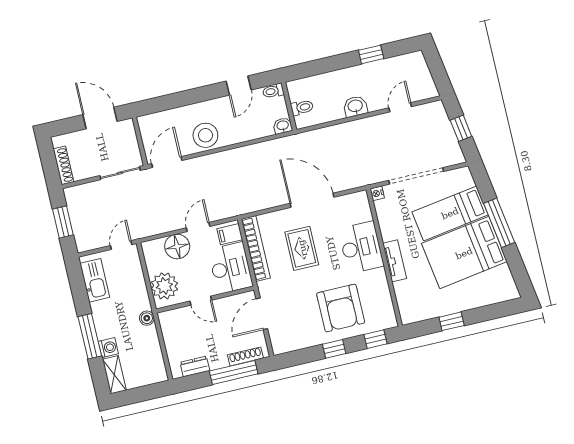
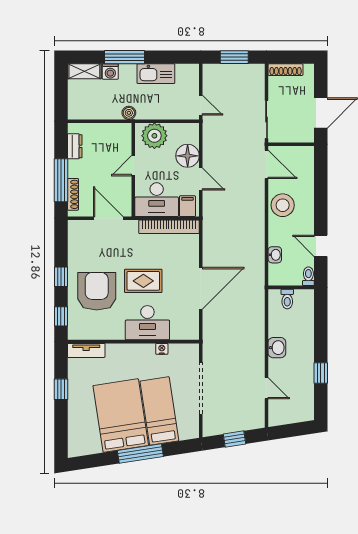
washbasin: (283, 126) -> (275, 255), moved
nightstand: (377, 193) -> (162, 349), moved
rug: (302, 248) -> (143, 281), moved
tv unit: (395, 261) -> (86, 350), moved
kitchen sink: (95, 280) -> (156, 74), moved
armchair: (341, 308) -> (97, 291), turned 90

